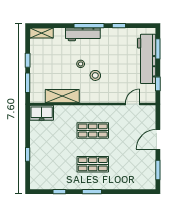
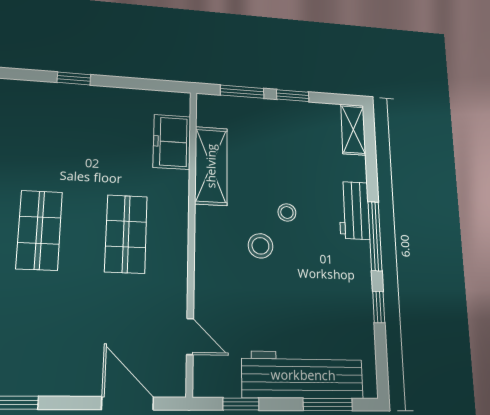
workbench: (83, 34) -> (354, 210), width x0.73
freezer: (42, 113) -> (172, 142), moved
door: (158, 139) -> (128, 403), moved

